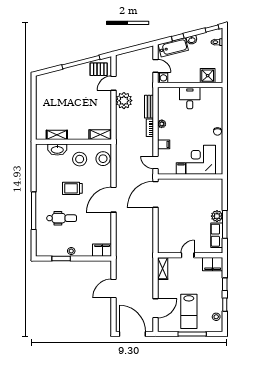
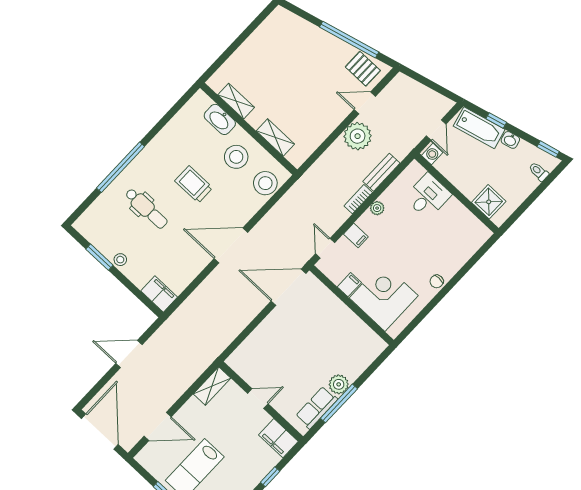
desk: (190, 98) -> (428, 196), moved
shelving: (100, 135) -> (275, 137), moved

